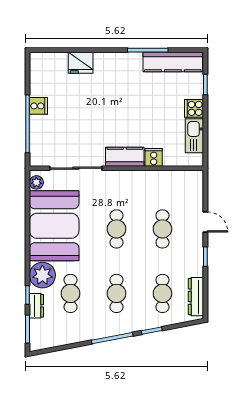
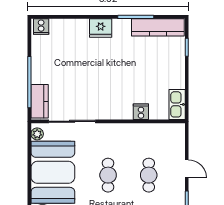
fridge: (81, 63) -> (101, 28), moved
cooker: (38, 106) -> (41, 27), moved, turned 90
cooker: (194, 108) -> (177, 68), removed
kitchen sink: (194, 136) -> (177, 104), moved
kitchen counter: (125, 157) -> (40, 101), moved, turned 90

